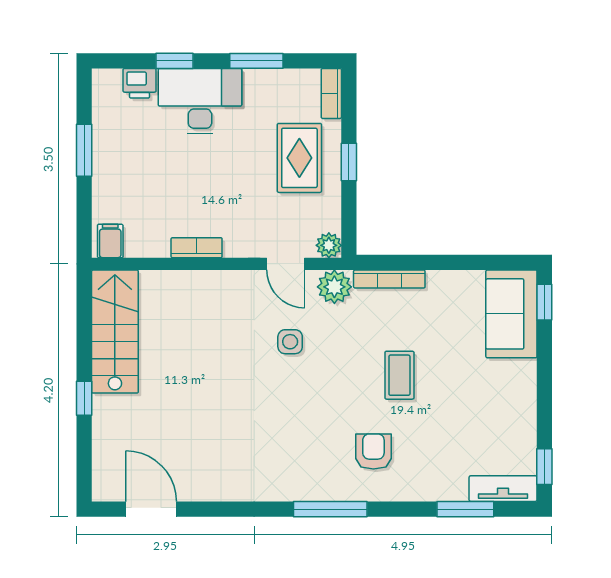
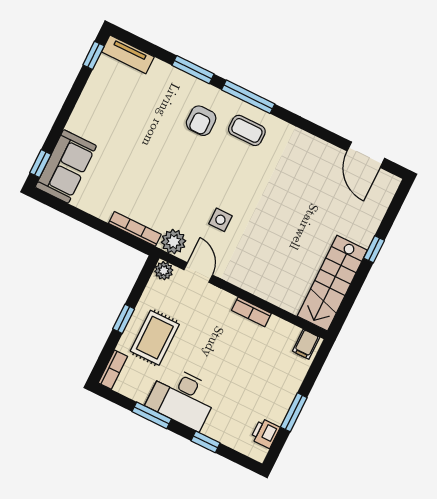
printer: (140, 83) -> (265, 433), moved, turned -90
desk: (200, 101) -> (182, 398), moved
coffee table: (399, 375) -> (247, 130), moved, turned 90
window: (465, 509) -> (193, 70), moved

